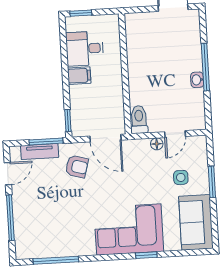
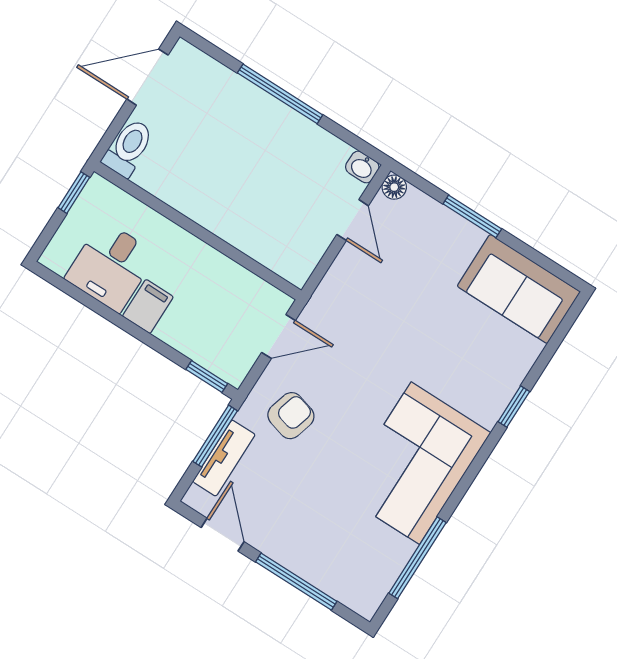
window: (81, 13) -> (74, 193), moved
washbasin: (197, 80) -> (362, 167), moved
toilet: (139, 120) -> (128, 148), moved, turned 90
door: (106, 138) -> (279, 336), width x0.73
floor lamp: (157, 144) -> (394, 187), moved
side table: (181, 177) -> (429, 261), removed
corner sofa: (129, 229) -> (415, 463), moved

